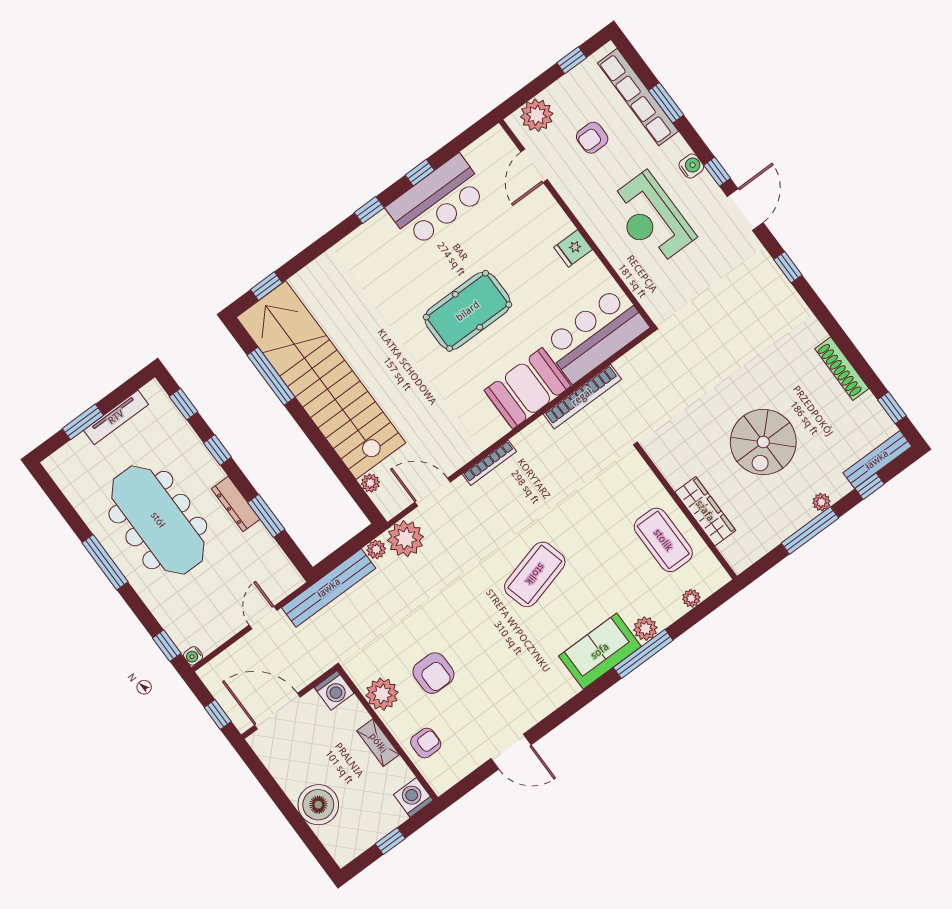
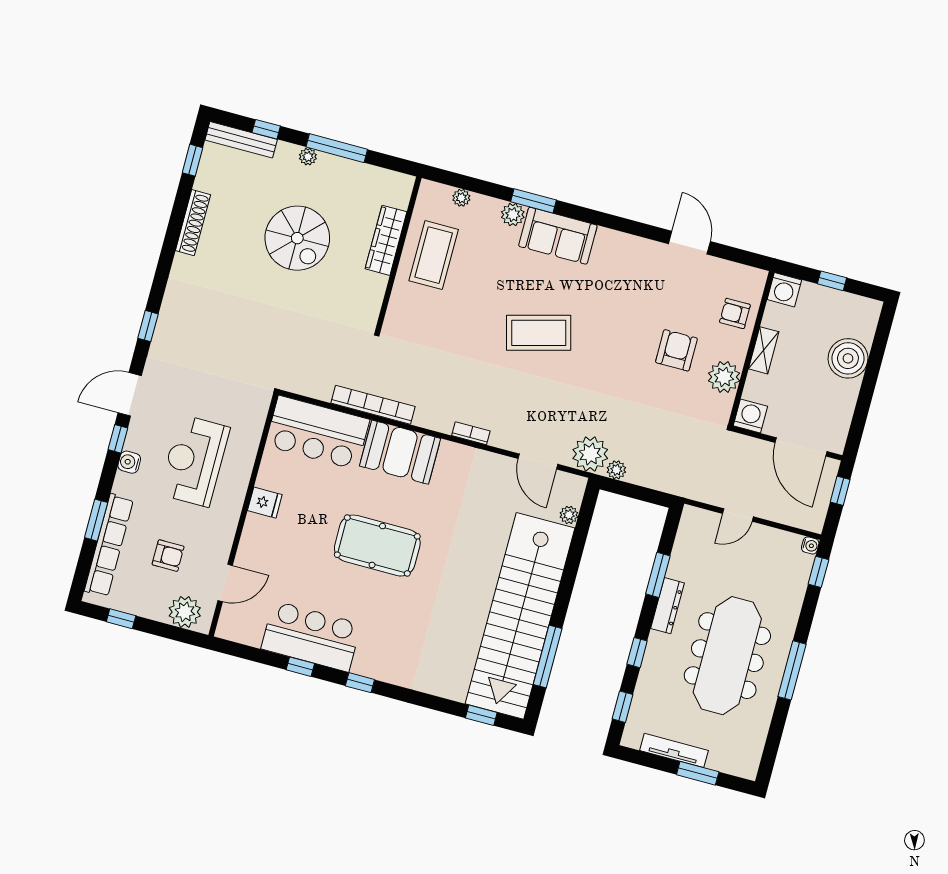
reception desk: (651, 219) -> (194, 461), turned 180
spiral stairs: (763, 442) -> (297, 238), turned 90
bookcase: (489, 463) -> (471, 433), width x0.64
bench: (329, 588) -> (675, 483), removed
window: (643, 654) -> (533, 201), width x0.69

